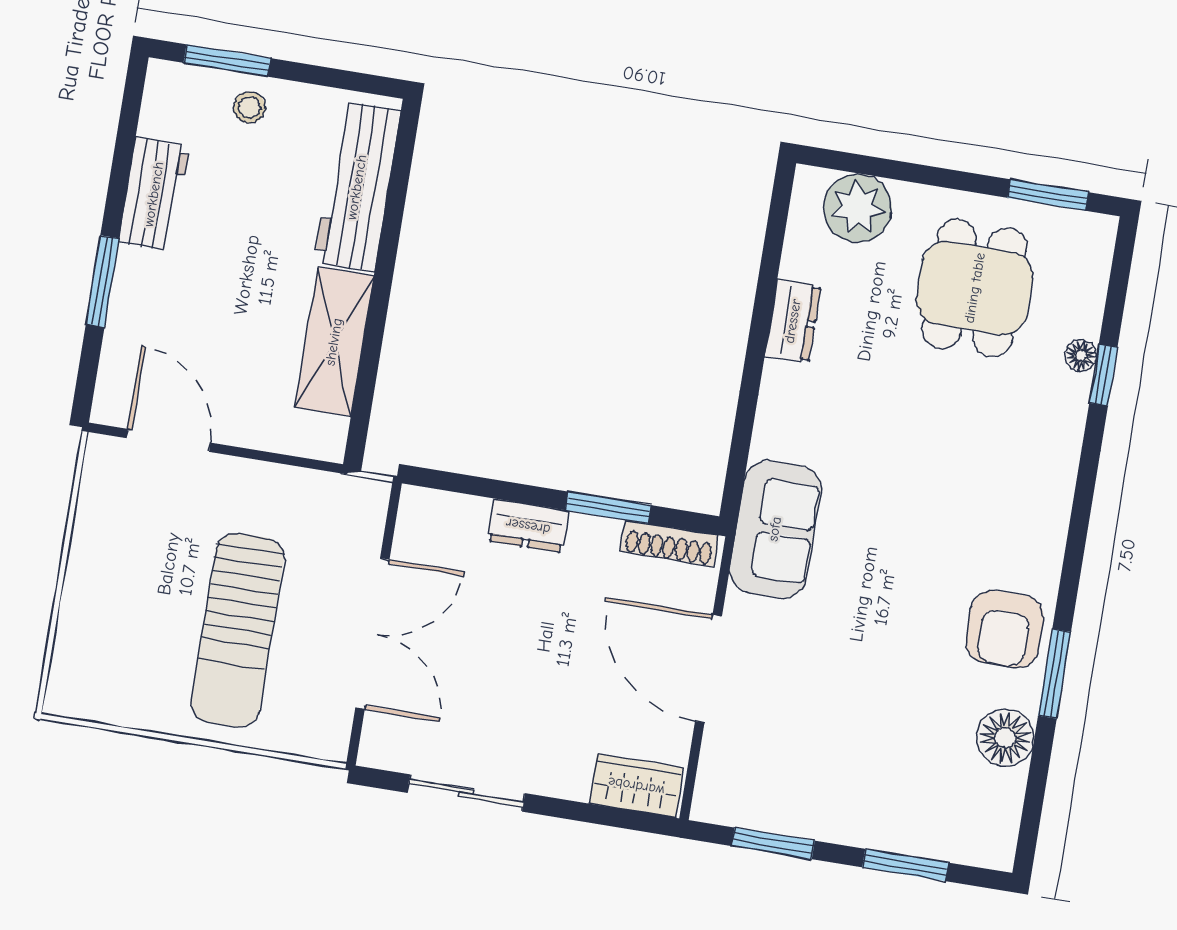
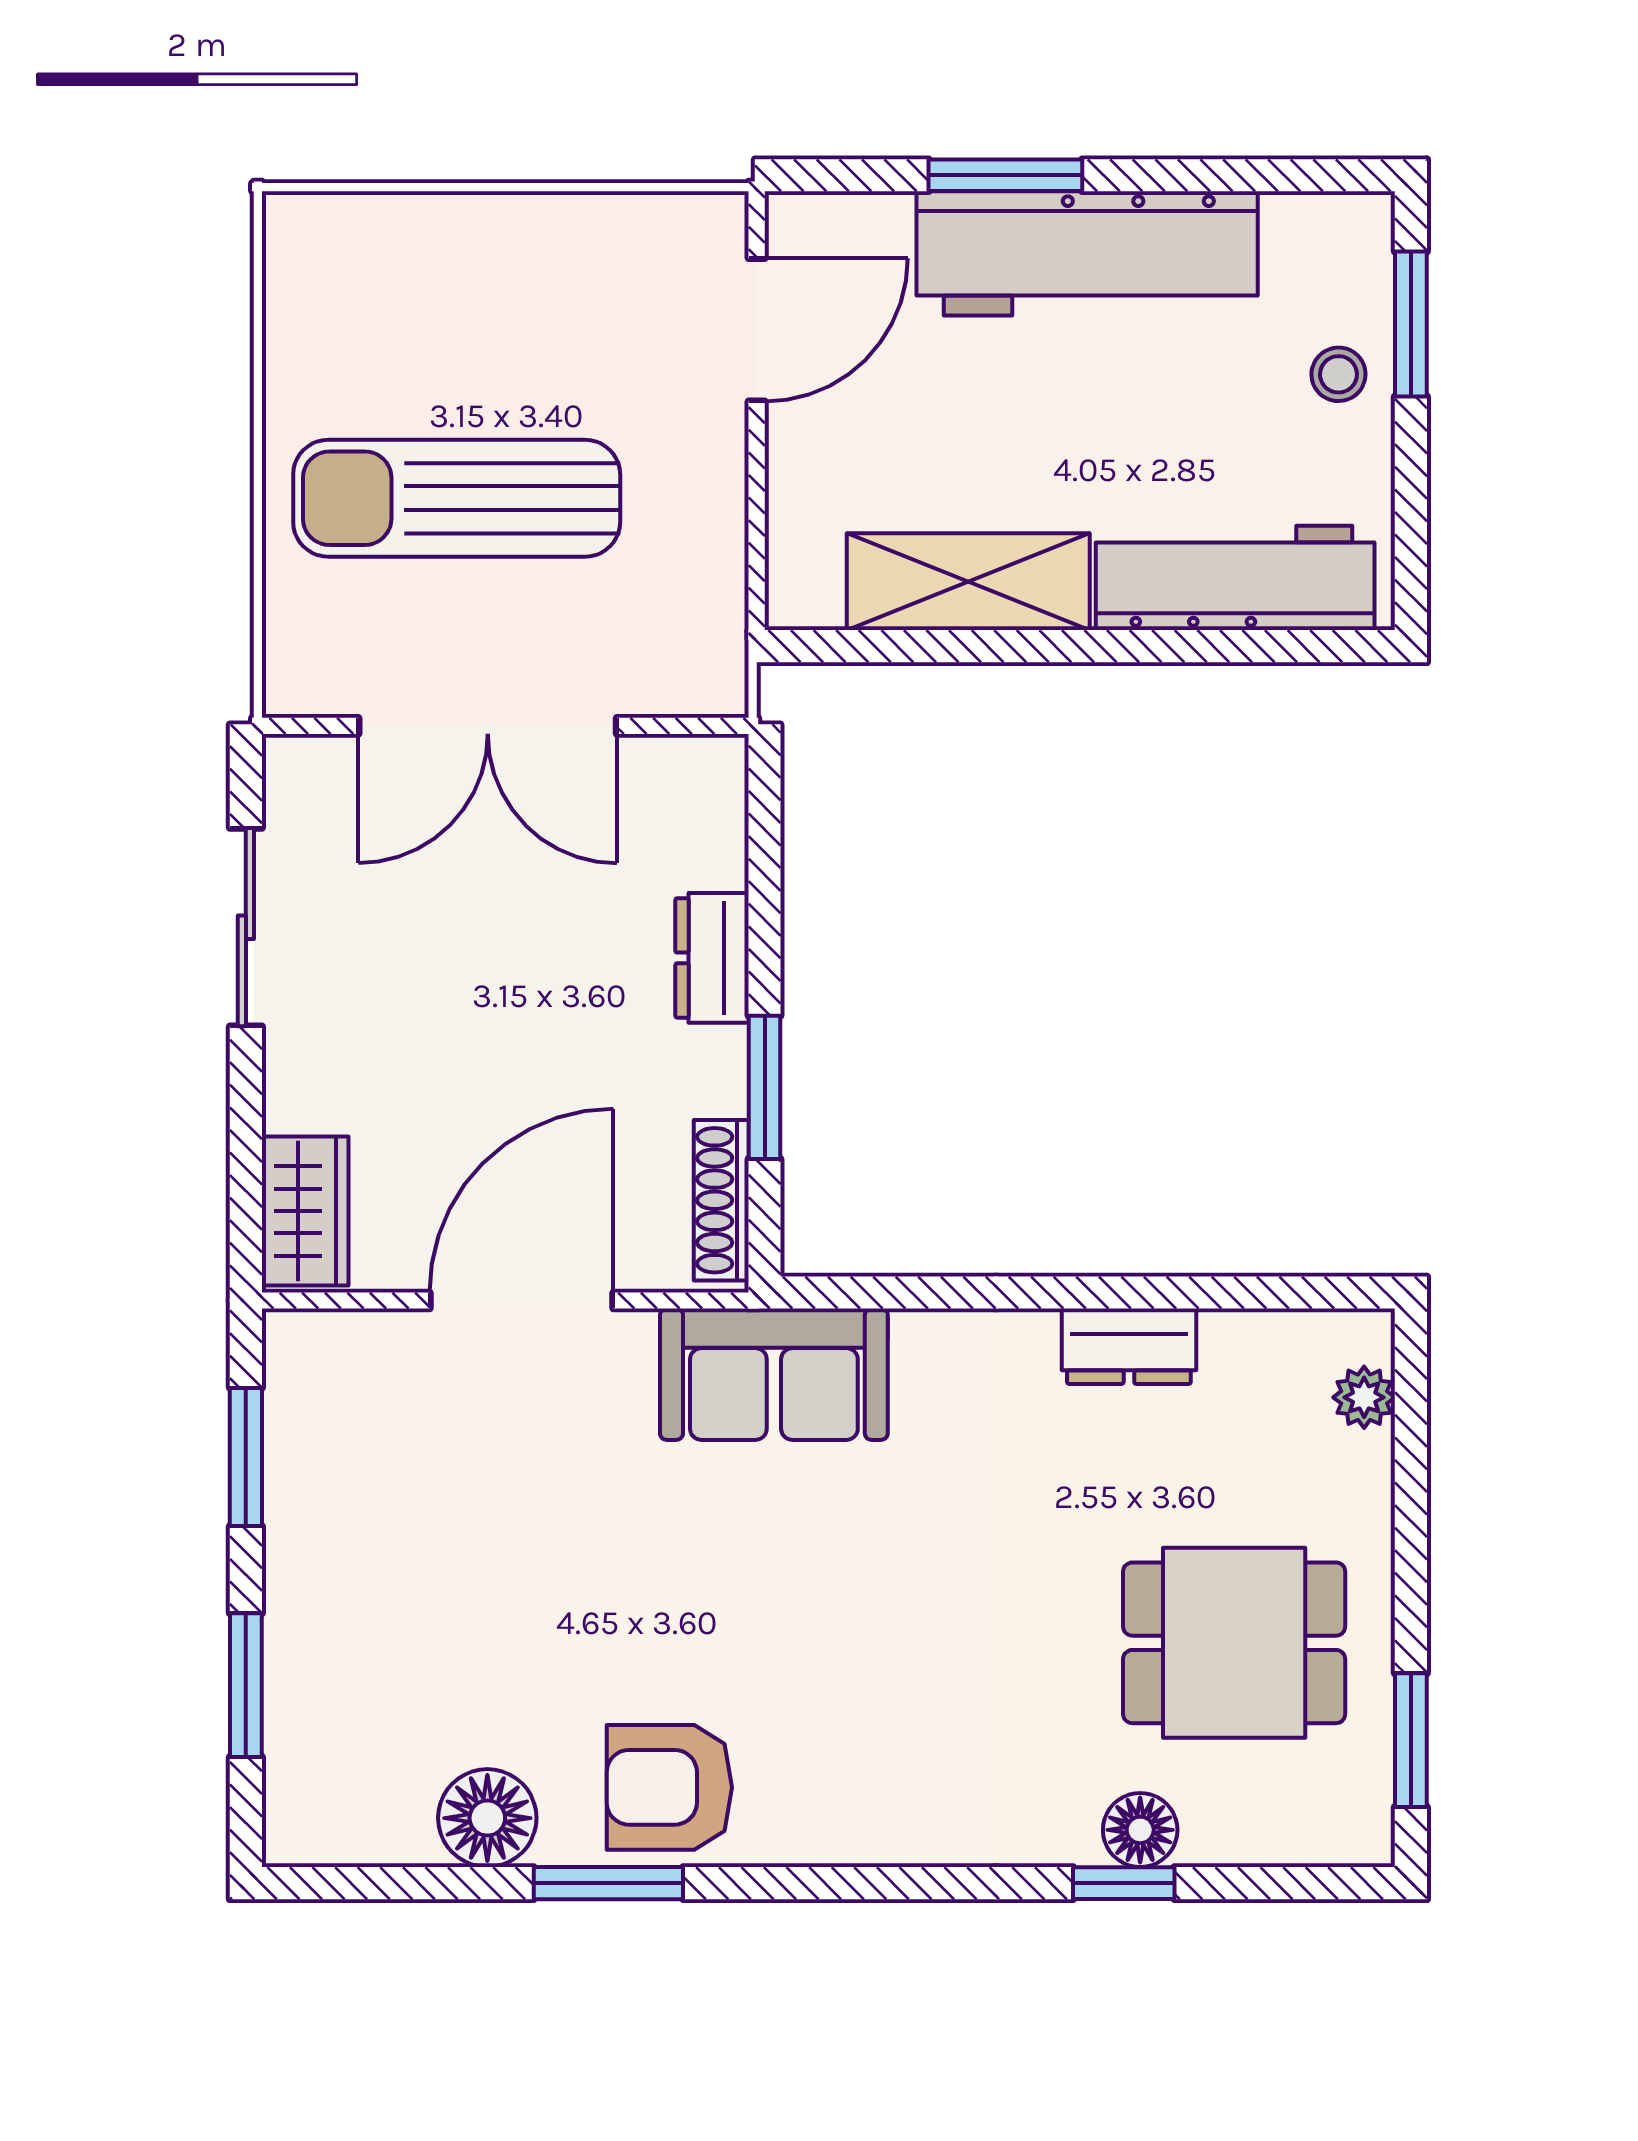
workbench: (154, 194) -> (1087, 253), width x1.88, depth x1.32
plant: (858, 208) -> (1364, 1397), width x0.53, depth x0.53
floor lamp: (1081, 356) -> (1140, 1830), width x1.37, depth x1.37

